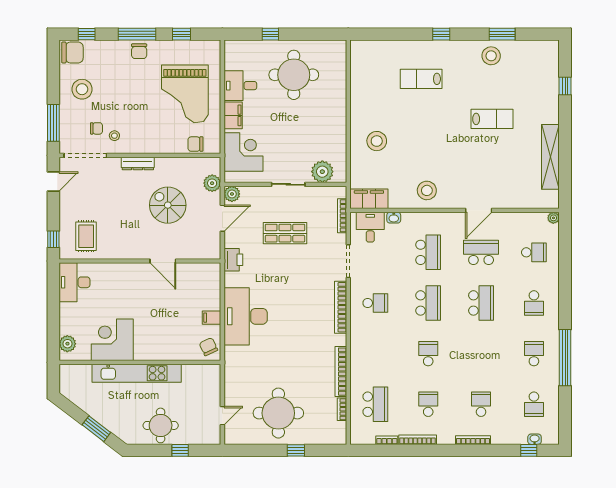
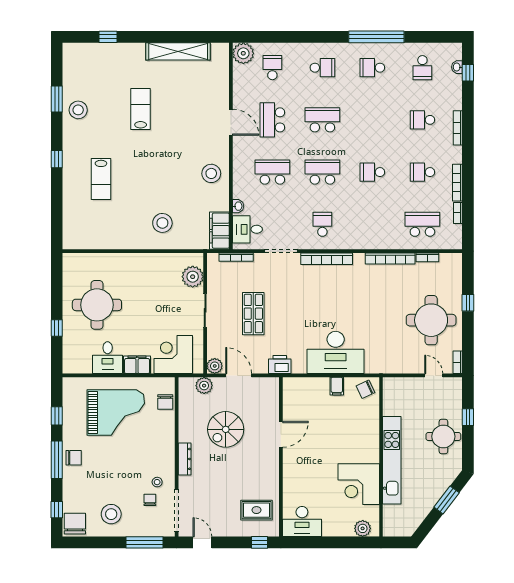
plant: (553, 218) -> (243, 53), width x1.87, depth x1.87
school desk: (534, 404) -> (422, 68), turned 90
bookcase: (236, 440) -> (458, 362), added

